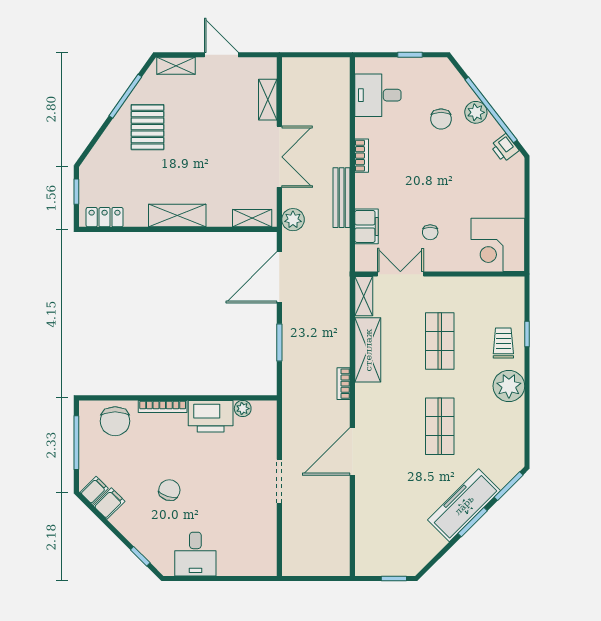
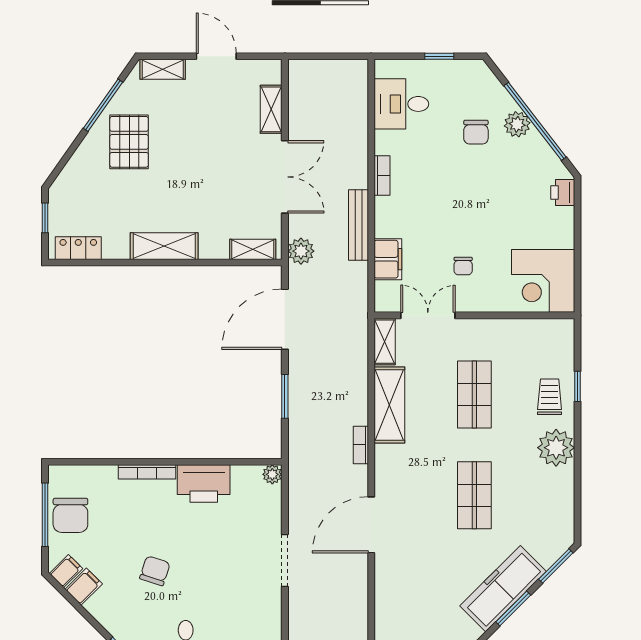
printer: (505, 148) -> (563, 193), moved, turned 38
plant: (243, 409) -> (272, 474), moved
chair: (115, 421) -> (70, 515), moved

